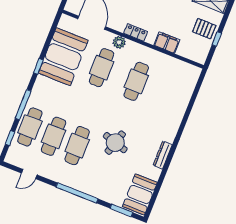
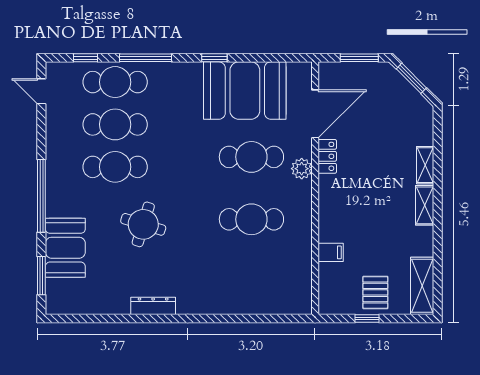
locker: (136, 32) -> (327, 156), moved
filing cabinet: (167, 43) -> (331, 252), width x0.50
door: (29, 174) -> (41, 91), moved
booth: (140, 194) -> (65, 248), moved, turned 90

